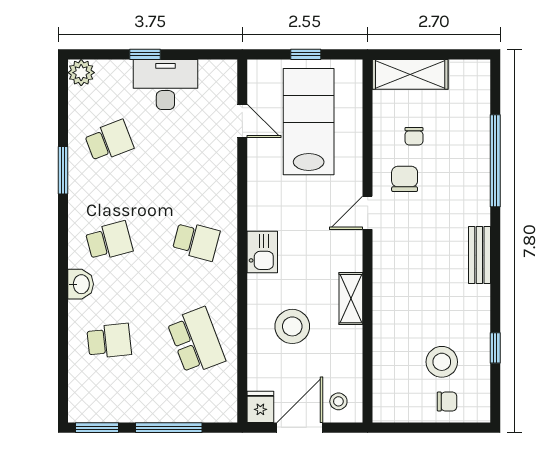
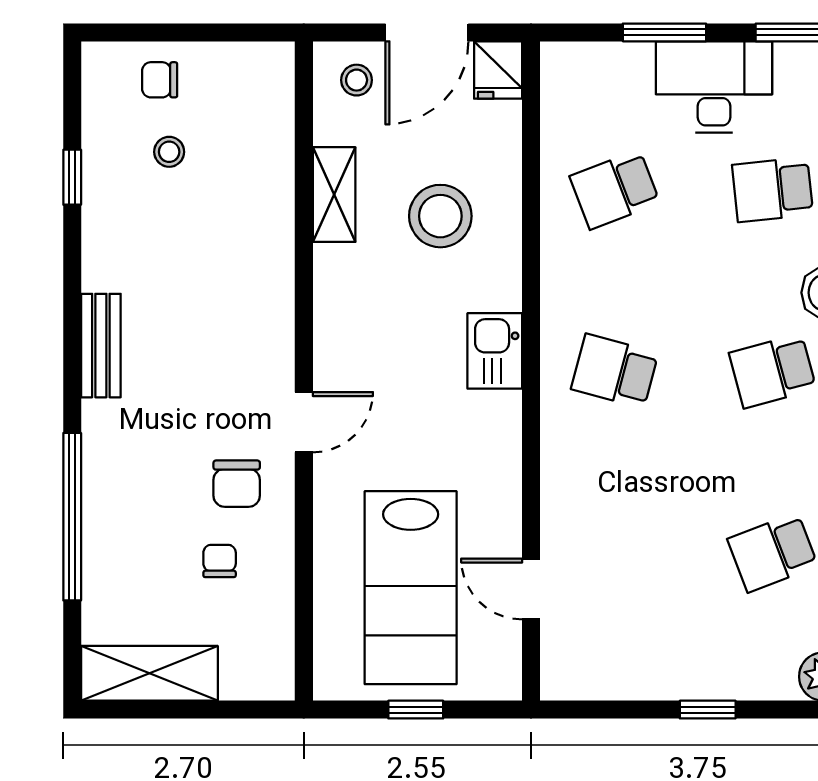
shelving: (410, 74) -> (149, 673), moved
desk: (165, 84) -> (714, 87), moved, turned 180
shelving: (351, 299) -> (334, 195), moved
school desk: (196, 341) -> (615, 190), width x0.54
stool: (442, 362) -> (169, 152), width x0.53, depth x0.53
window: (169, 428) -> (664, 32), width x0.69

